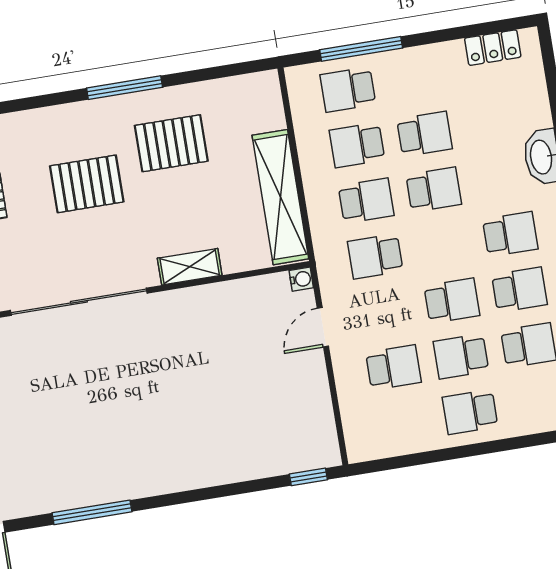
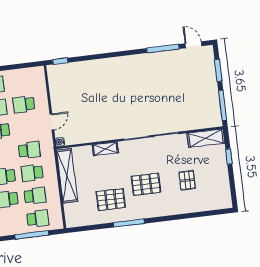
window: (92, 512) -> (163, 49), moved

